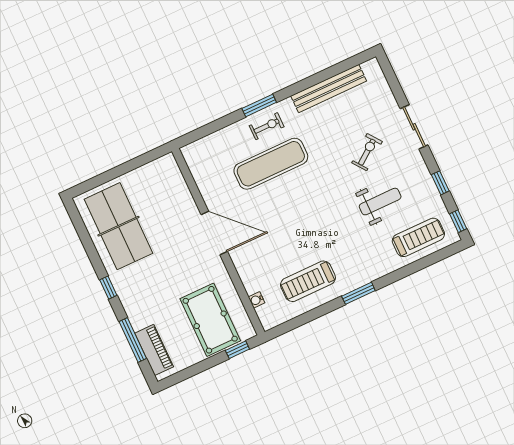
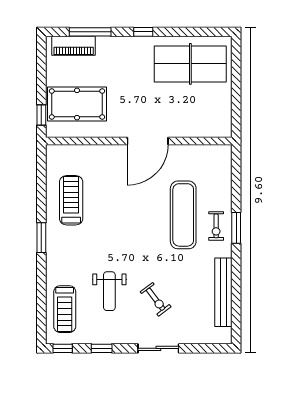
water cooler: (256, 300) -> (76, 150), removed

